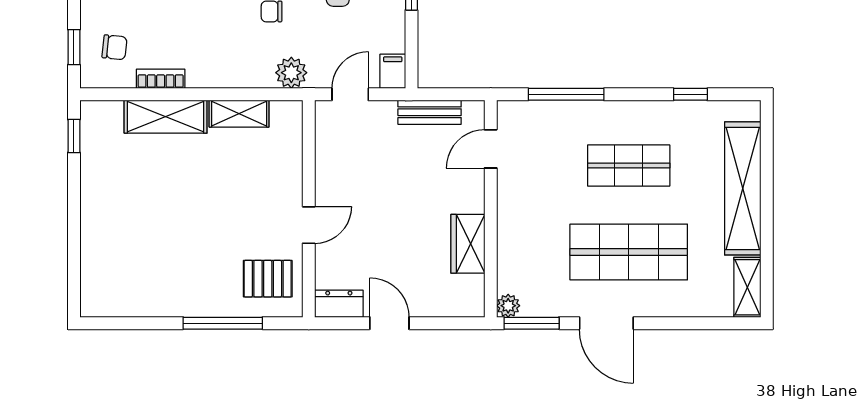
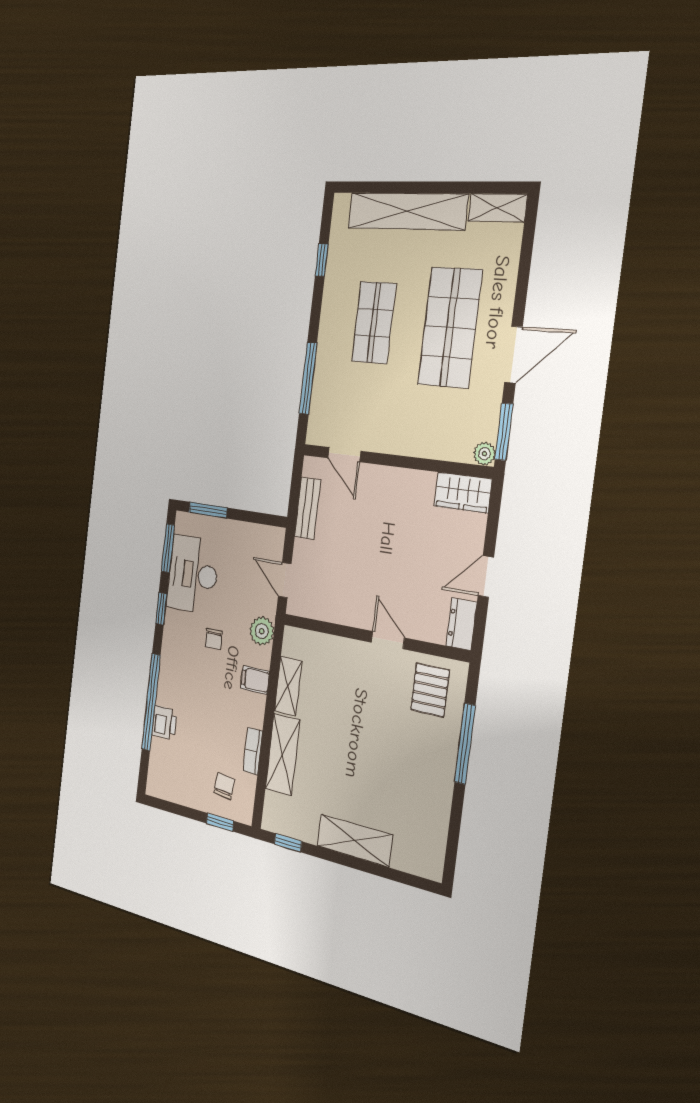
filing cabinet: (393, 71) -> (255, 680), moved
shelving: (97, 215) -> (355, 840), added
wardrobe: (468, 244) -> (463, 493), moved

